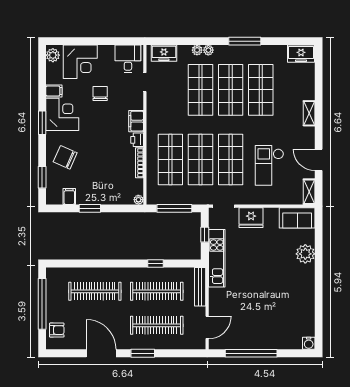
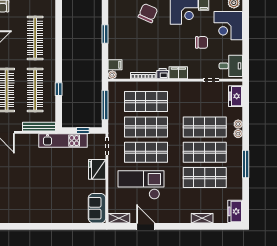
shelving: (309, 113) -> (202, 218), moved
door: (319, 160) -> (146, 226), hinge flipped
checkout: (269, 165) -> (141, 185), width x1.36, depth x1.21
filing cabinet: (69, 196) -> (115, 65), moved
plant: (305, 254) -> (67, 215), removed

